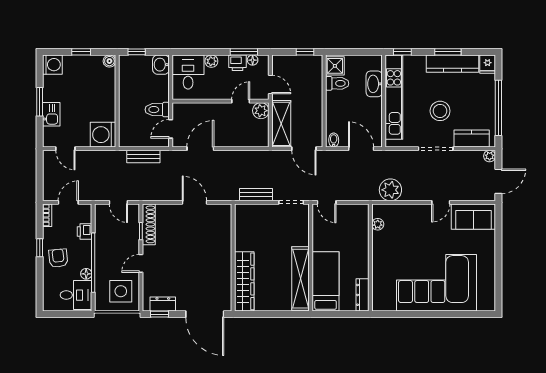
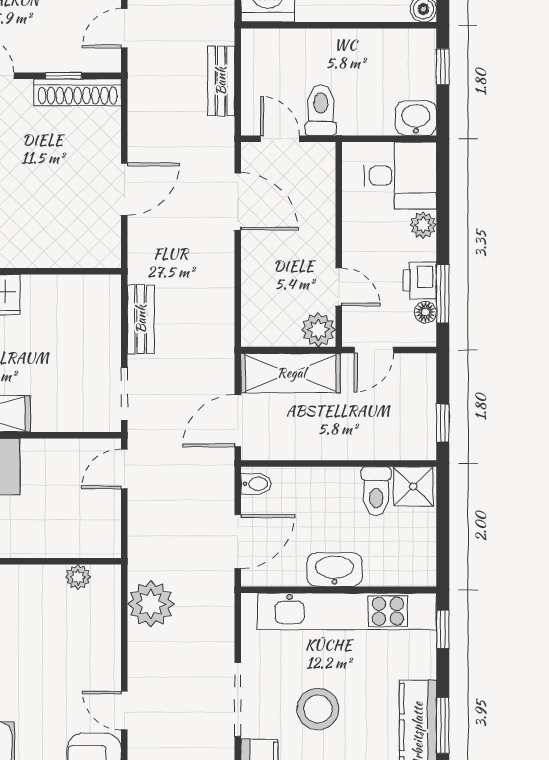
washbasin: (374, 84) -> (335, 570), moved

